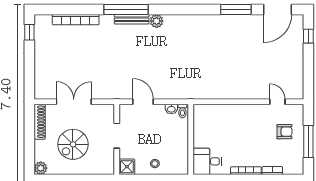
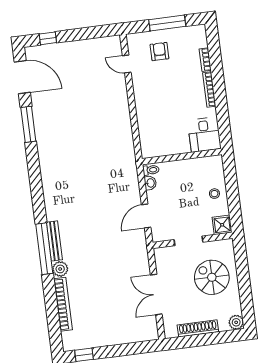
plant: (157, 21) -> (60, 269), moved
door: (277, 102) -> (127, 64), hinge flipped
shoe rack: (40, 122) -> (198, 328), moved
spiral stairs: (73, 144) -> (212, 277), moved, turned 180

